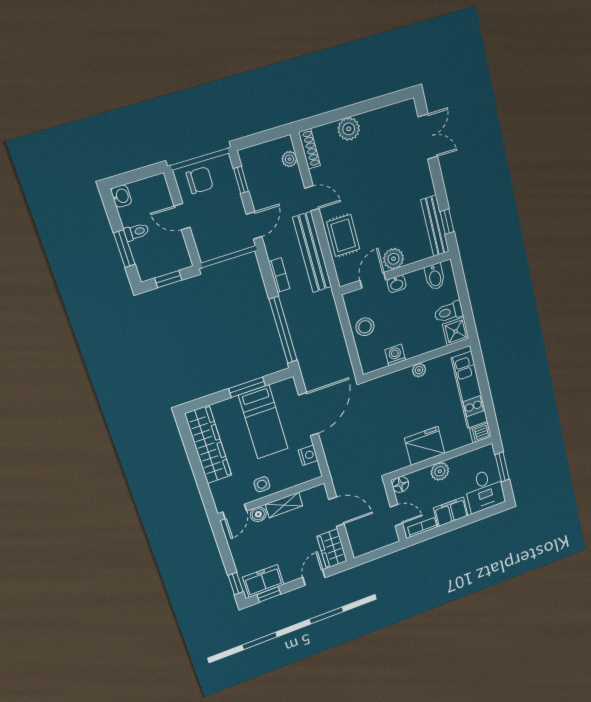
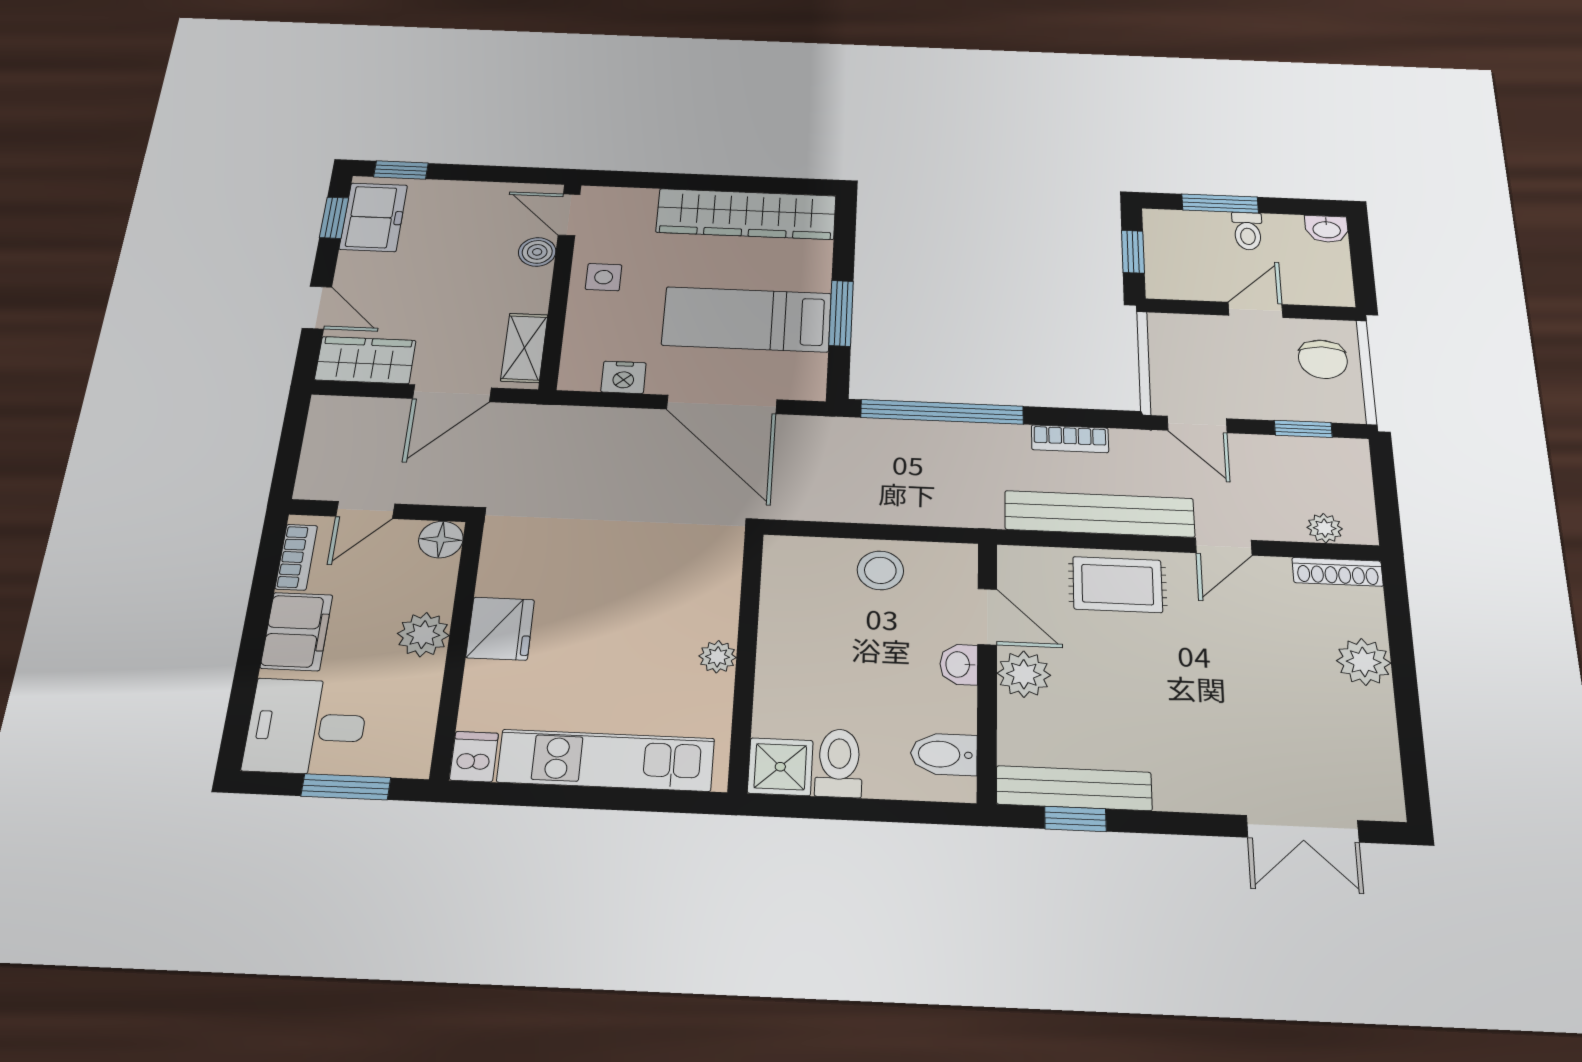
washing machine: (395, 355) -> (781, 615), removed
fridge: (425, 446) -> (500, 629), width x0.73, depth x0.75
shelving: (284, 505) -> (524, 348), moved

